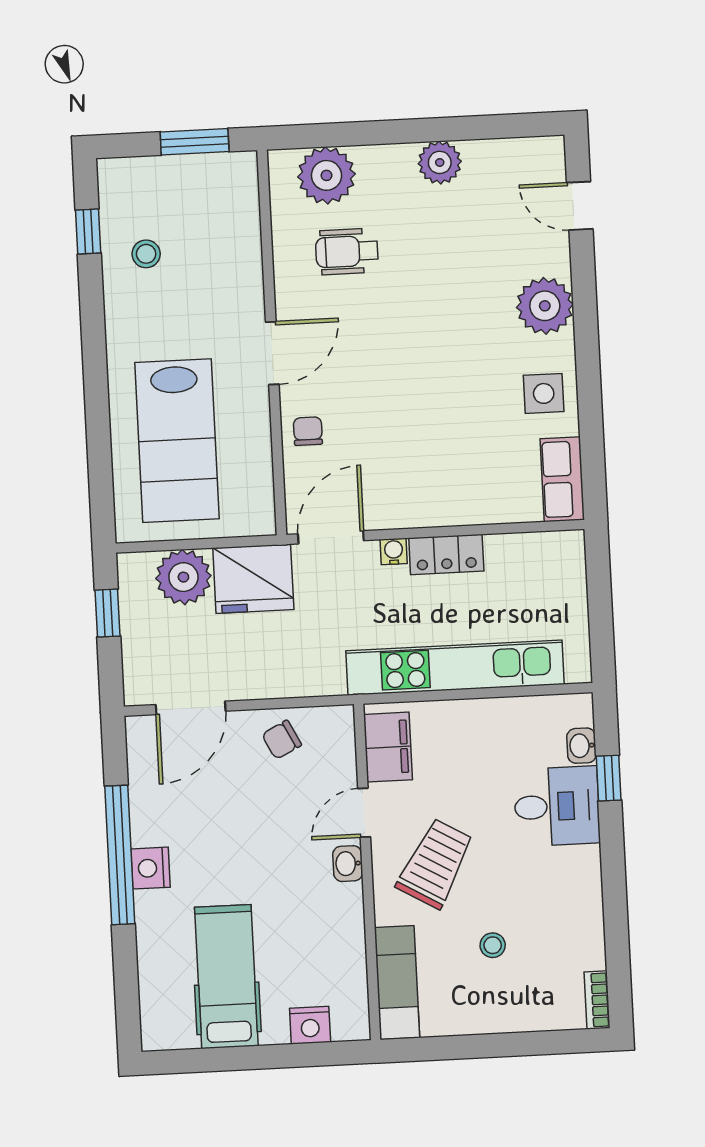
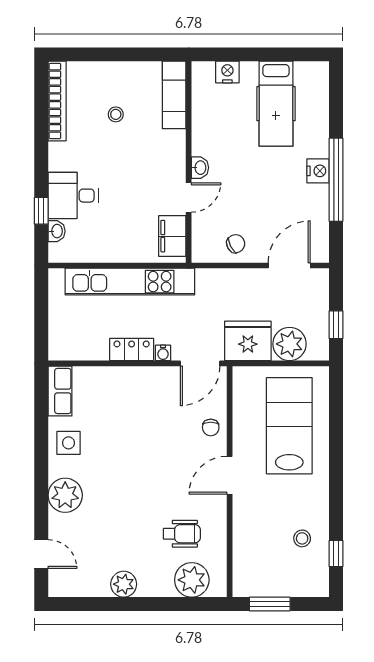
trolley: (435, 863) -> (148, 165), removed
bookcase: (597, 1000) -> (57, 101), width x2.31, depth x1.31

